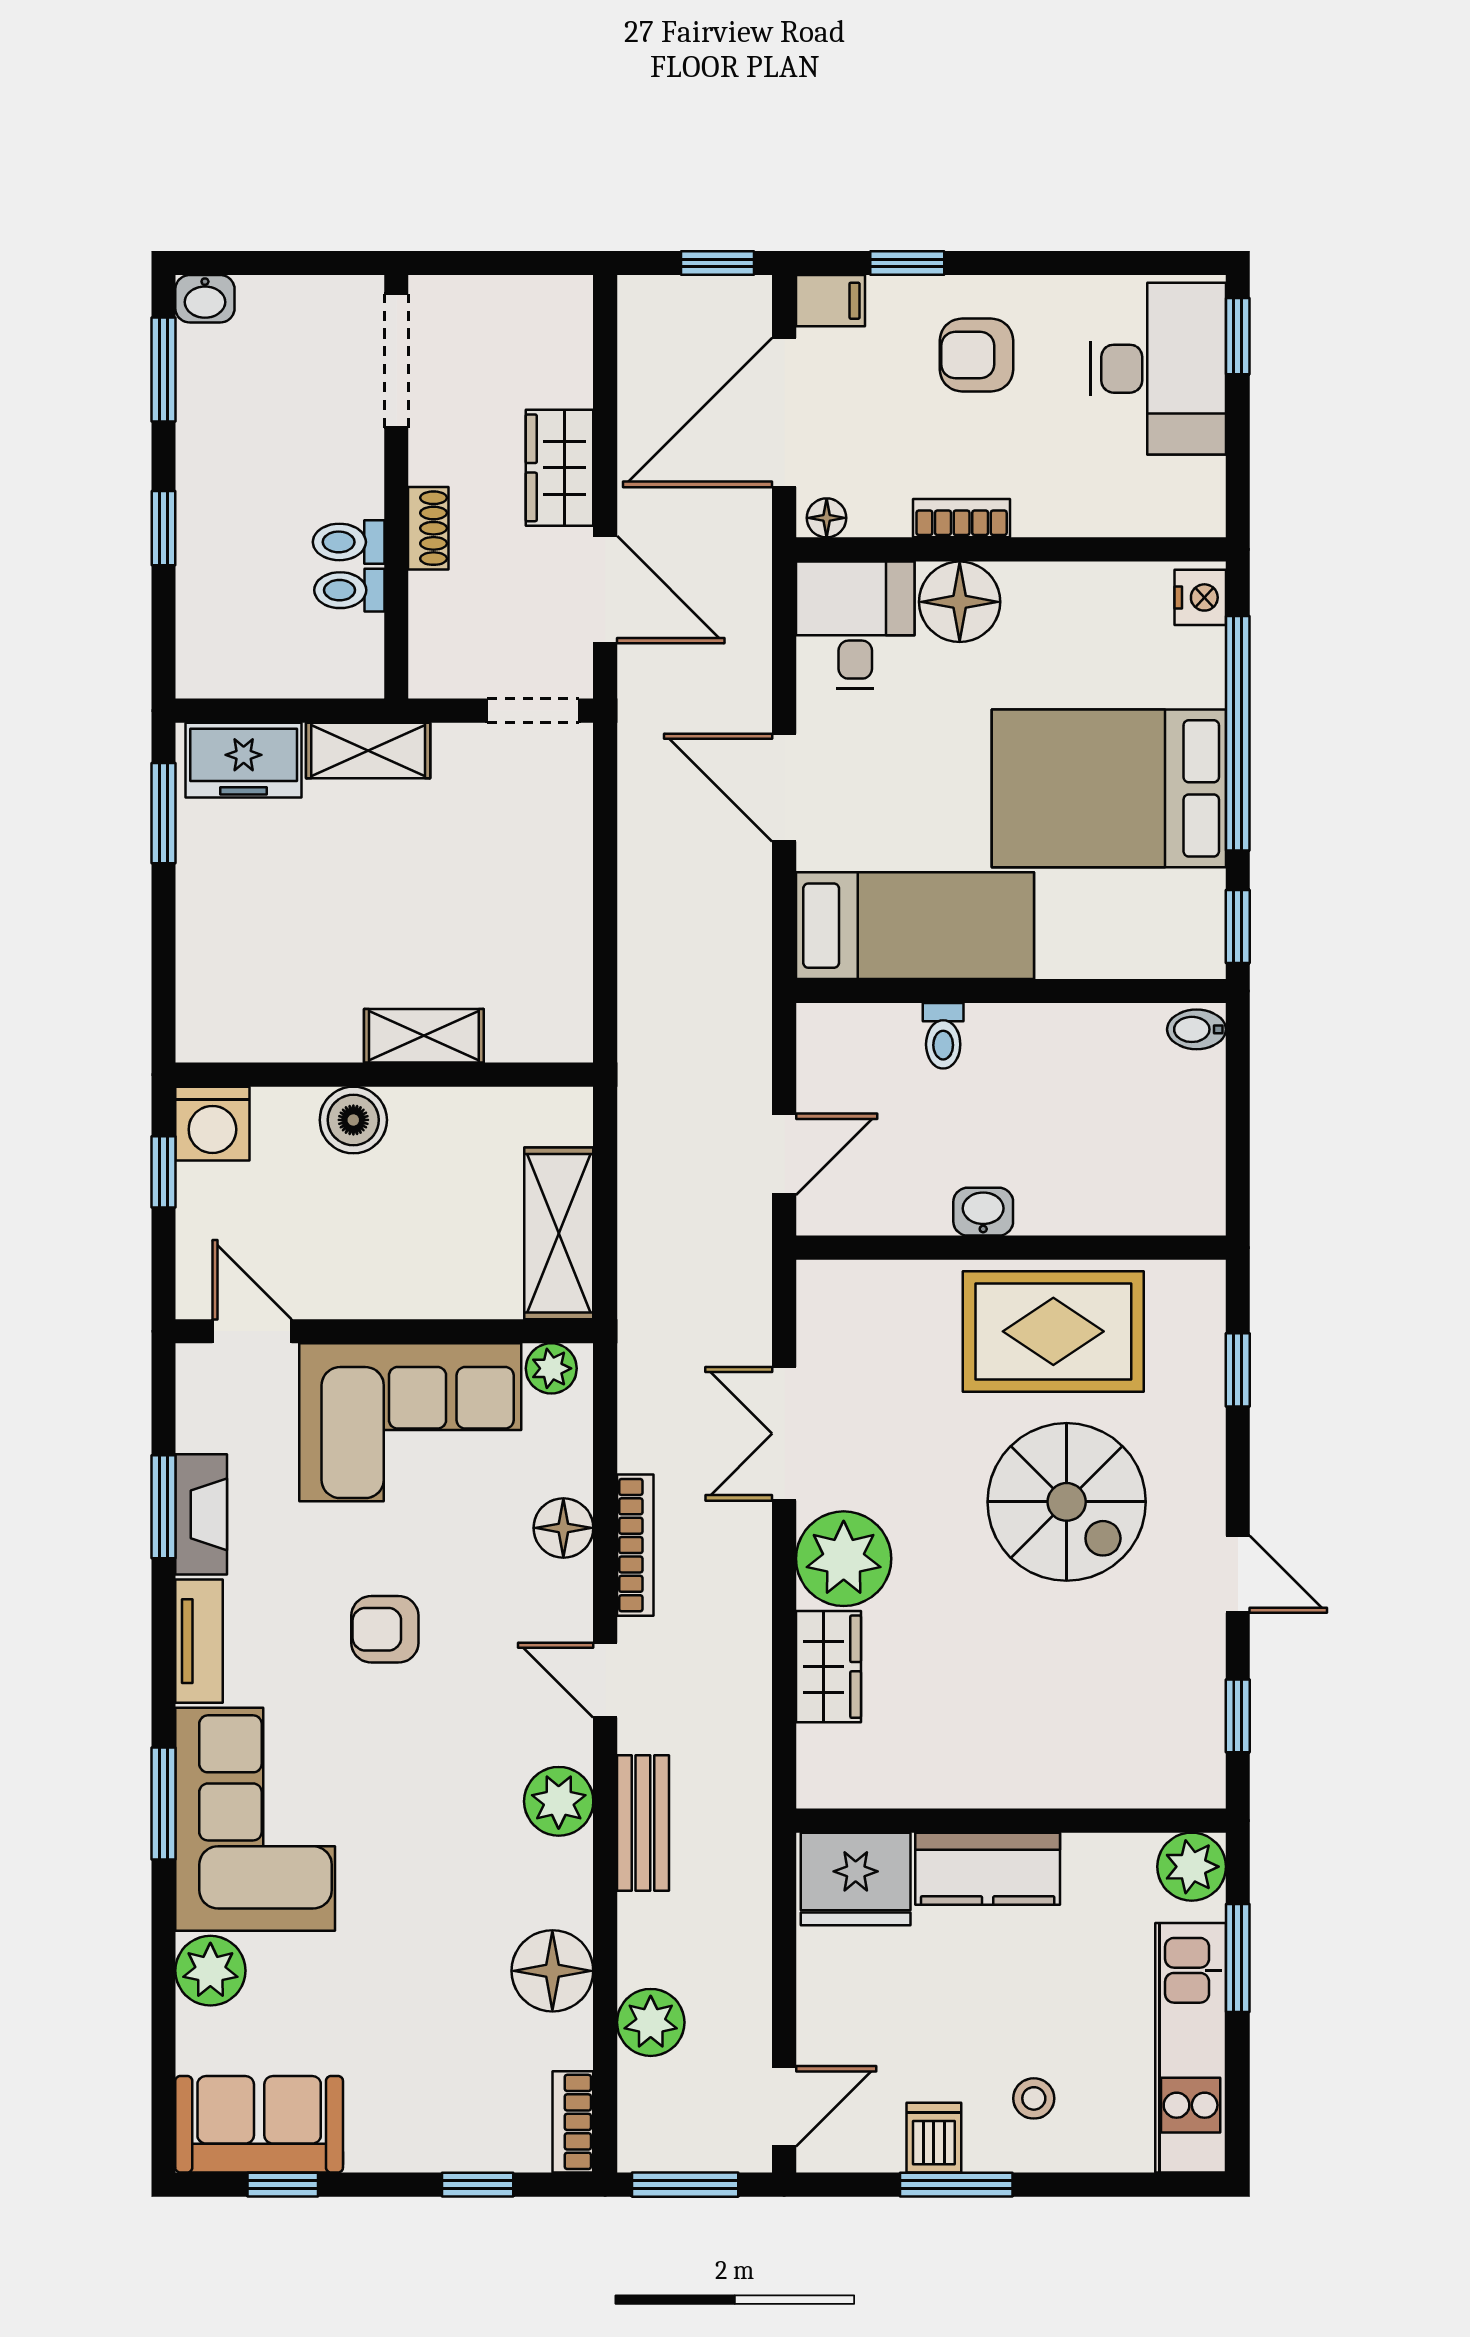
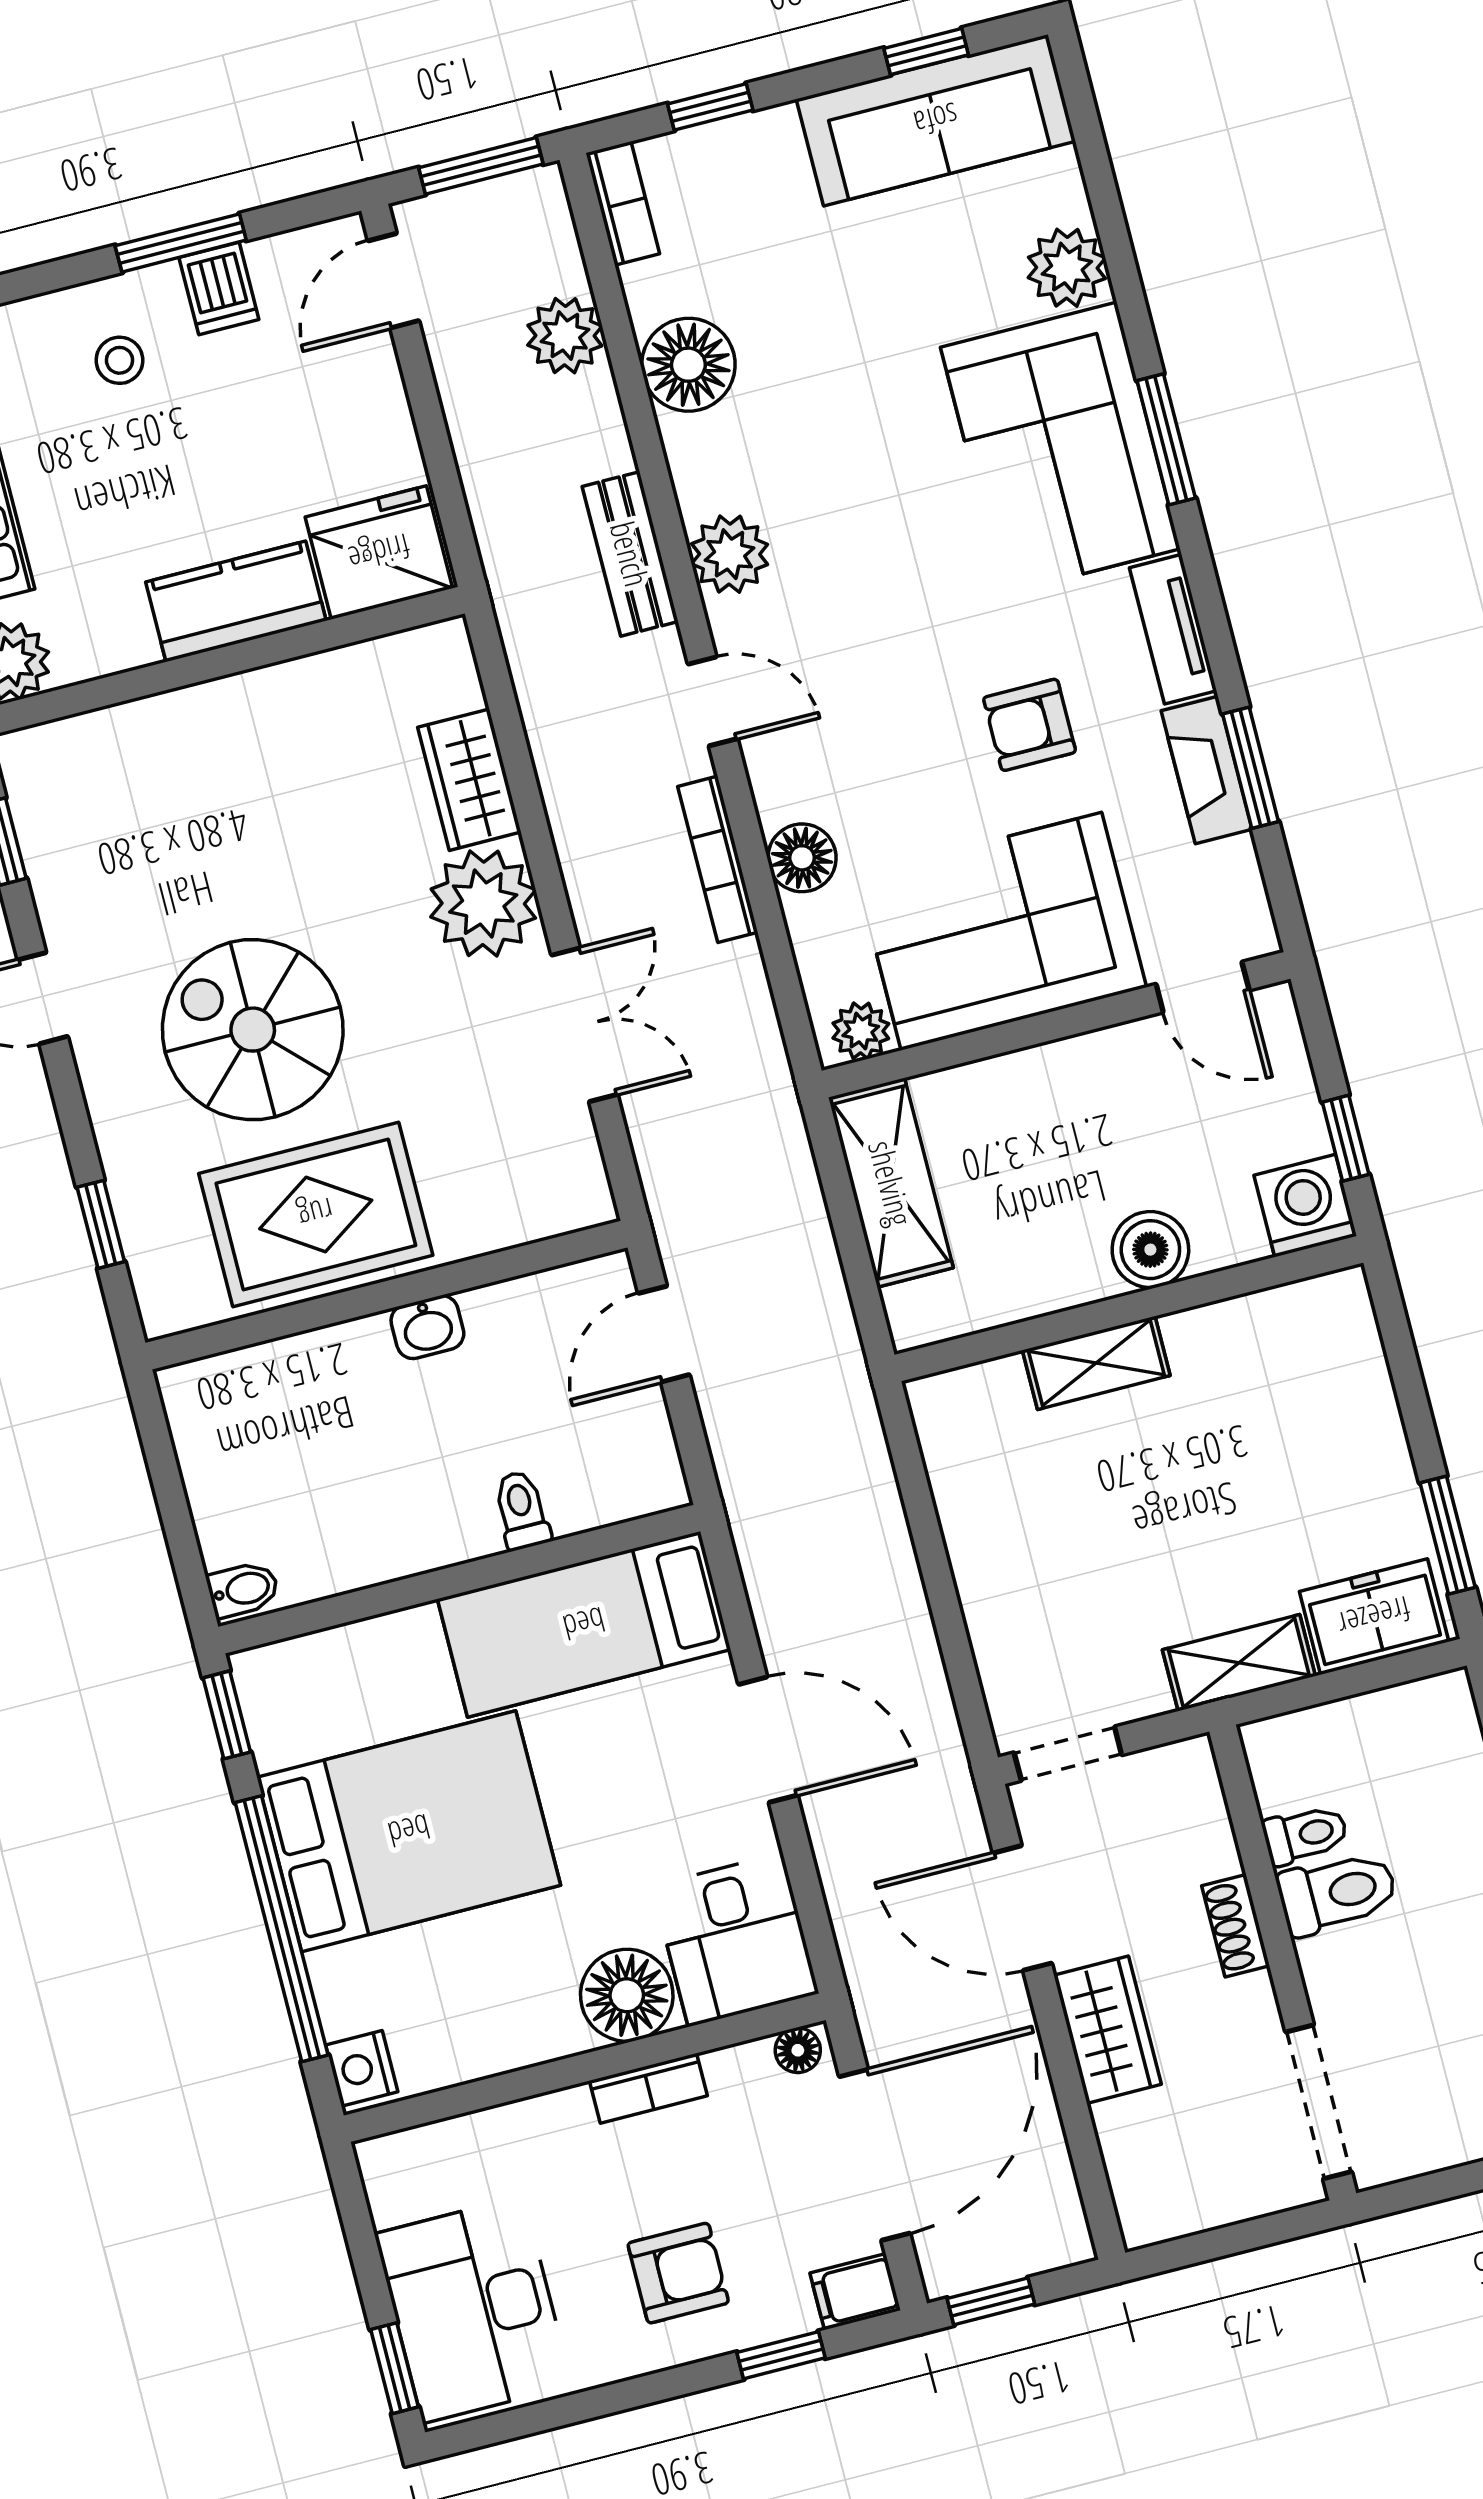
toilet: (349, 542) -> (1337, 1893), width x1.37, depth x1.39
armchair: (385, 1629) -> (1030, 725), moved, turned 180
sofa: (259, 2124) -> (936, 120), width x1.36

